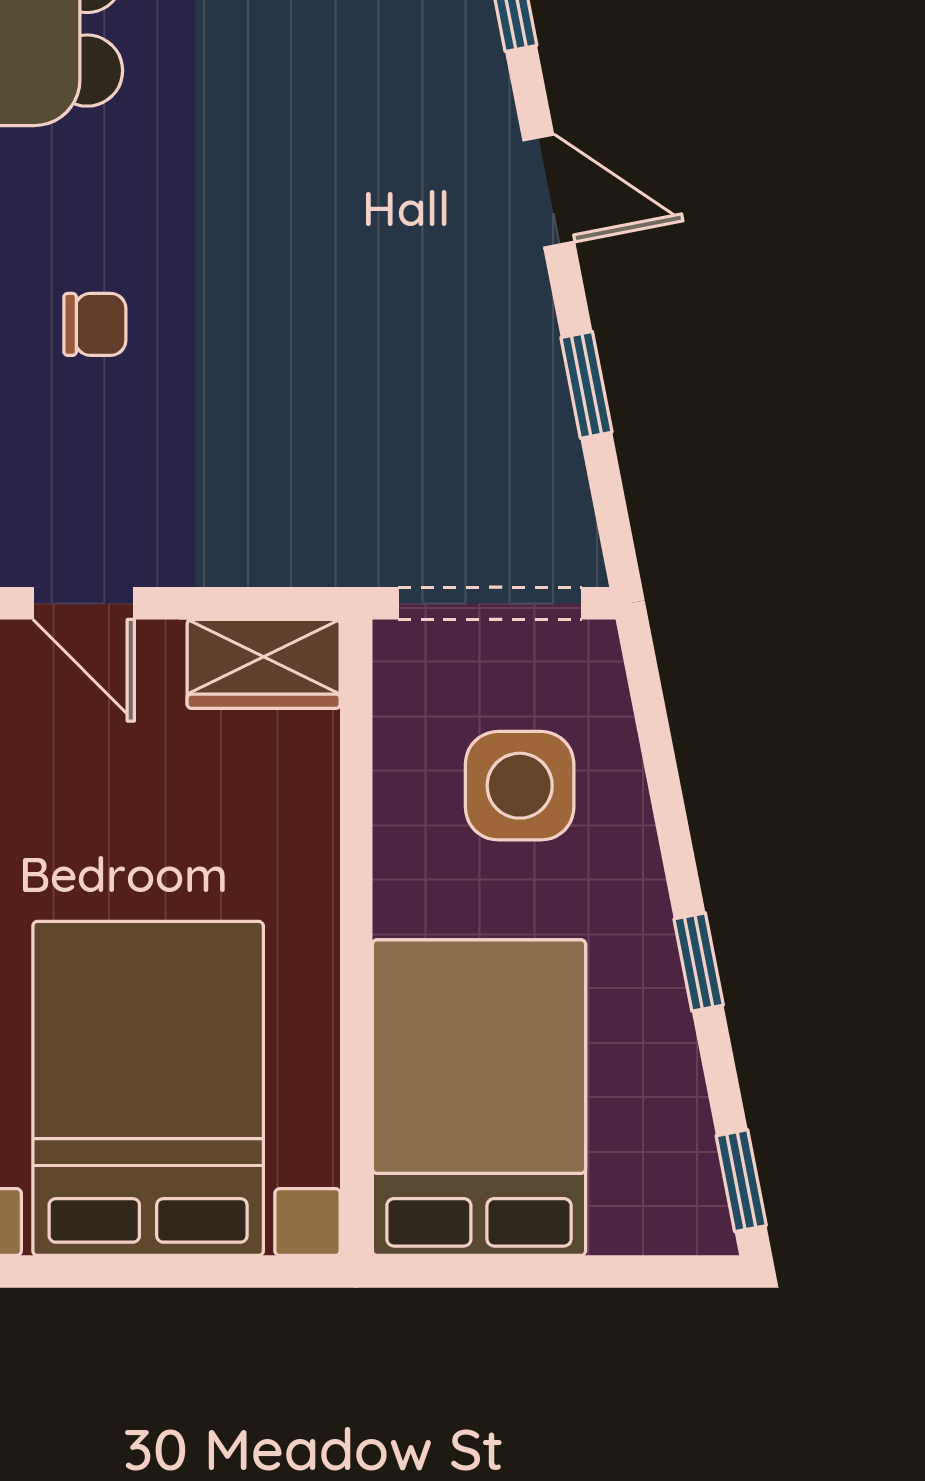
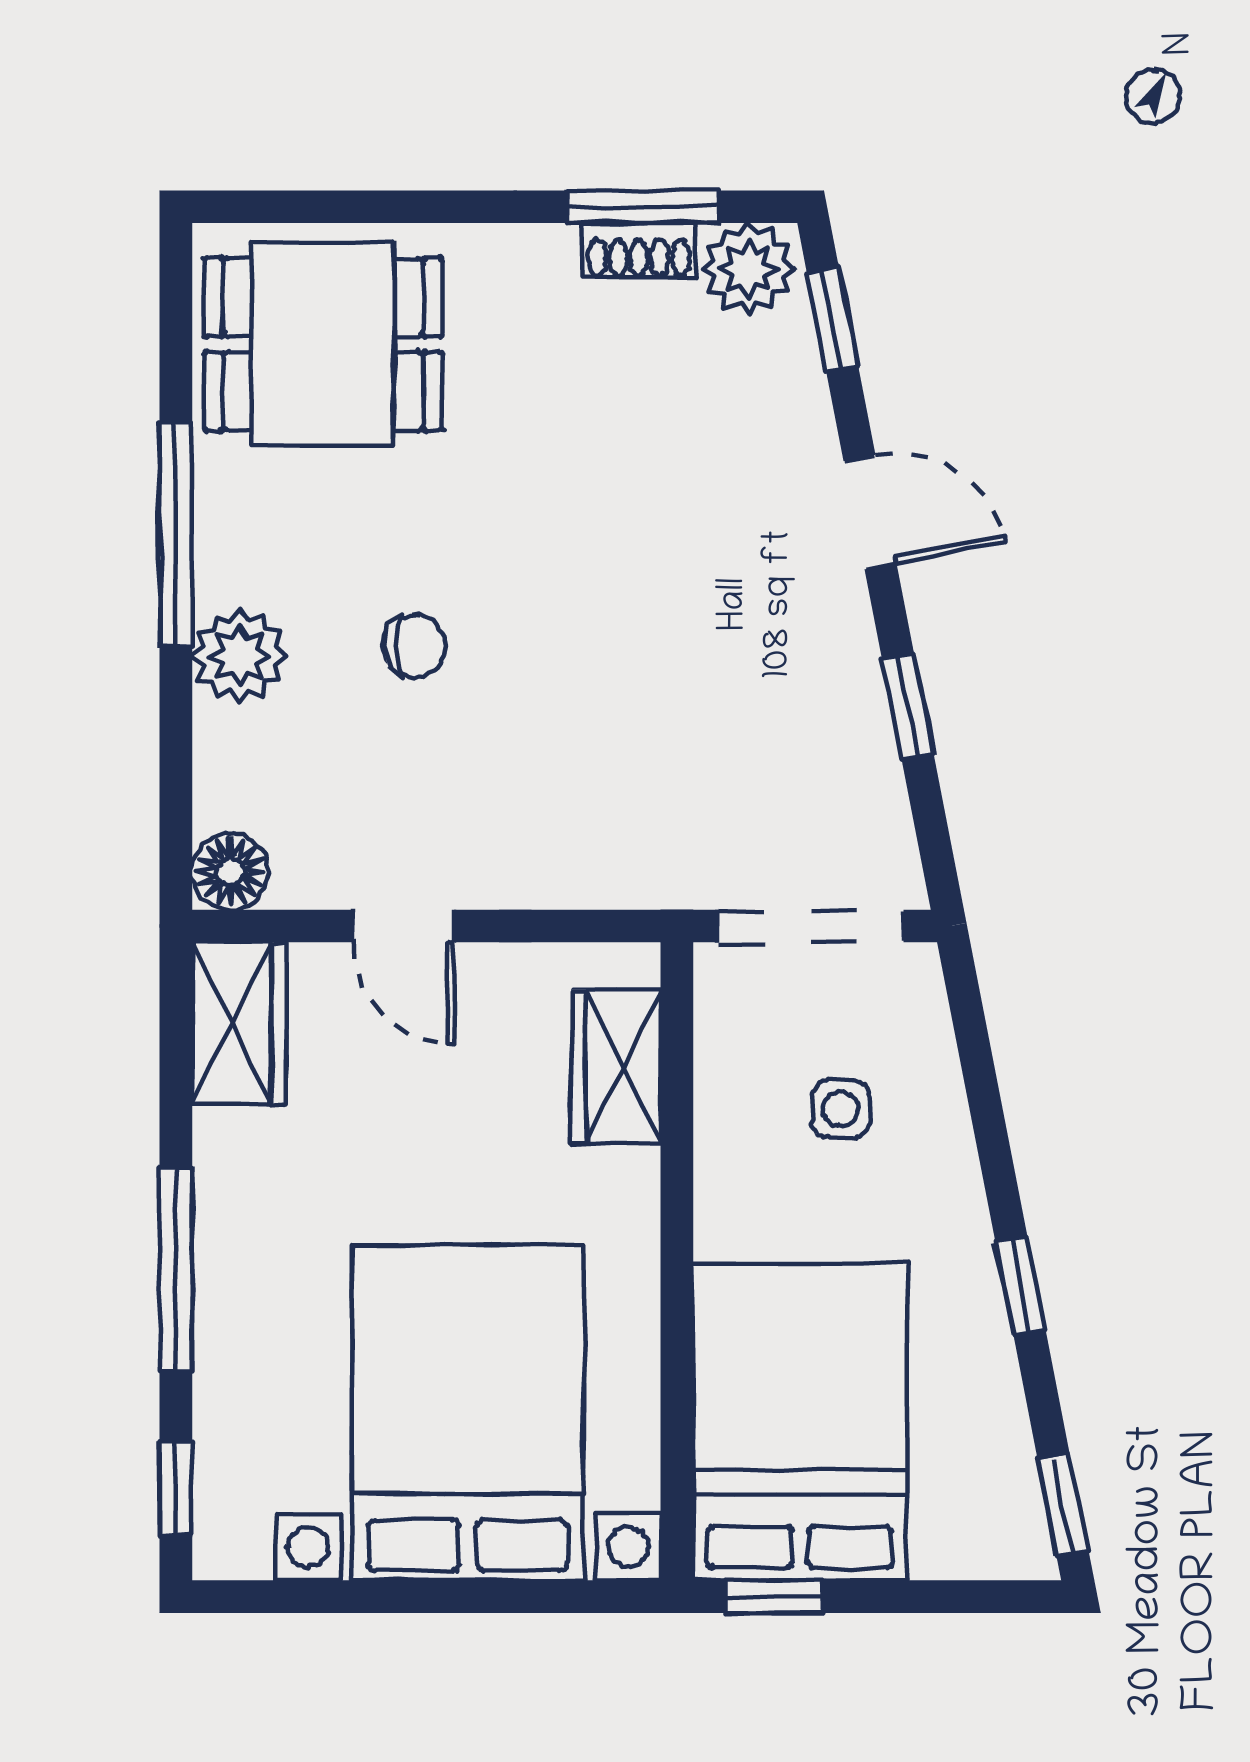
wardrobe: (264, 664) -> (616, 1067), moved, turned 90
side table: (520, 786) -> (841, 1109), width x0.54, depth x0.54
window: (453, 1272) -> (774, 1597), added

